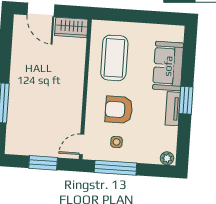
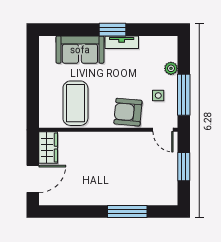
coffee table: (114, 58) -> (75, 103), turned 90
armchair: (119, 110) -> (128, 112), moved, turned 95
plant: (167, 158) -> (171, 68), moved

